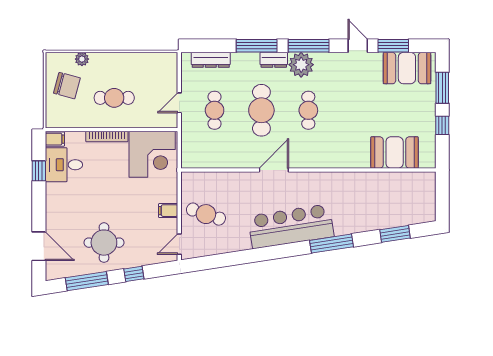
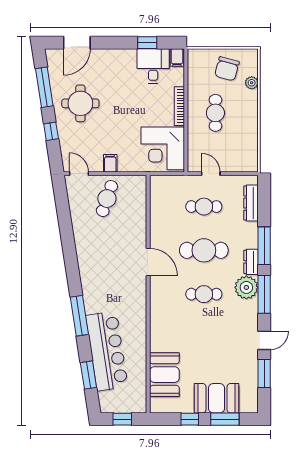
booth: (407, 68) -> (217, 398), moved, turned 90
window: (442, 198) -> (122, 419), added
bar counter: (291, 226) -> (107, 351), moved

